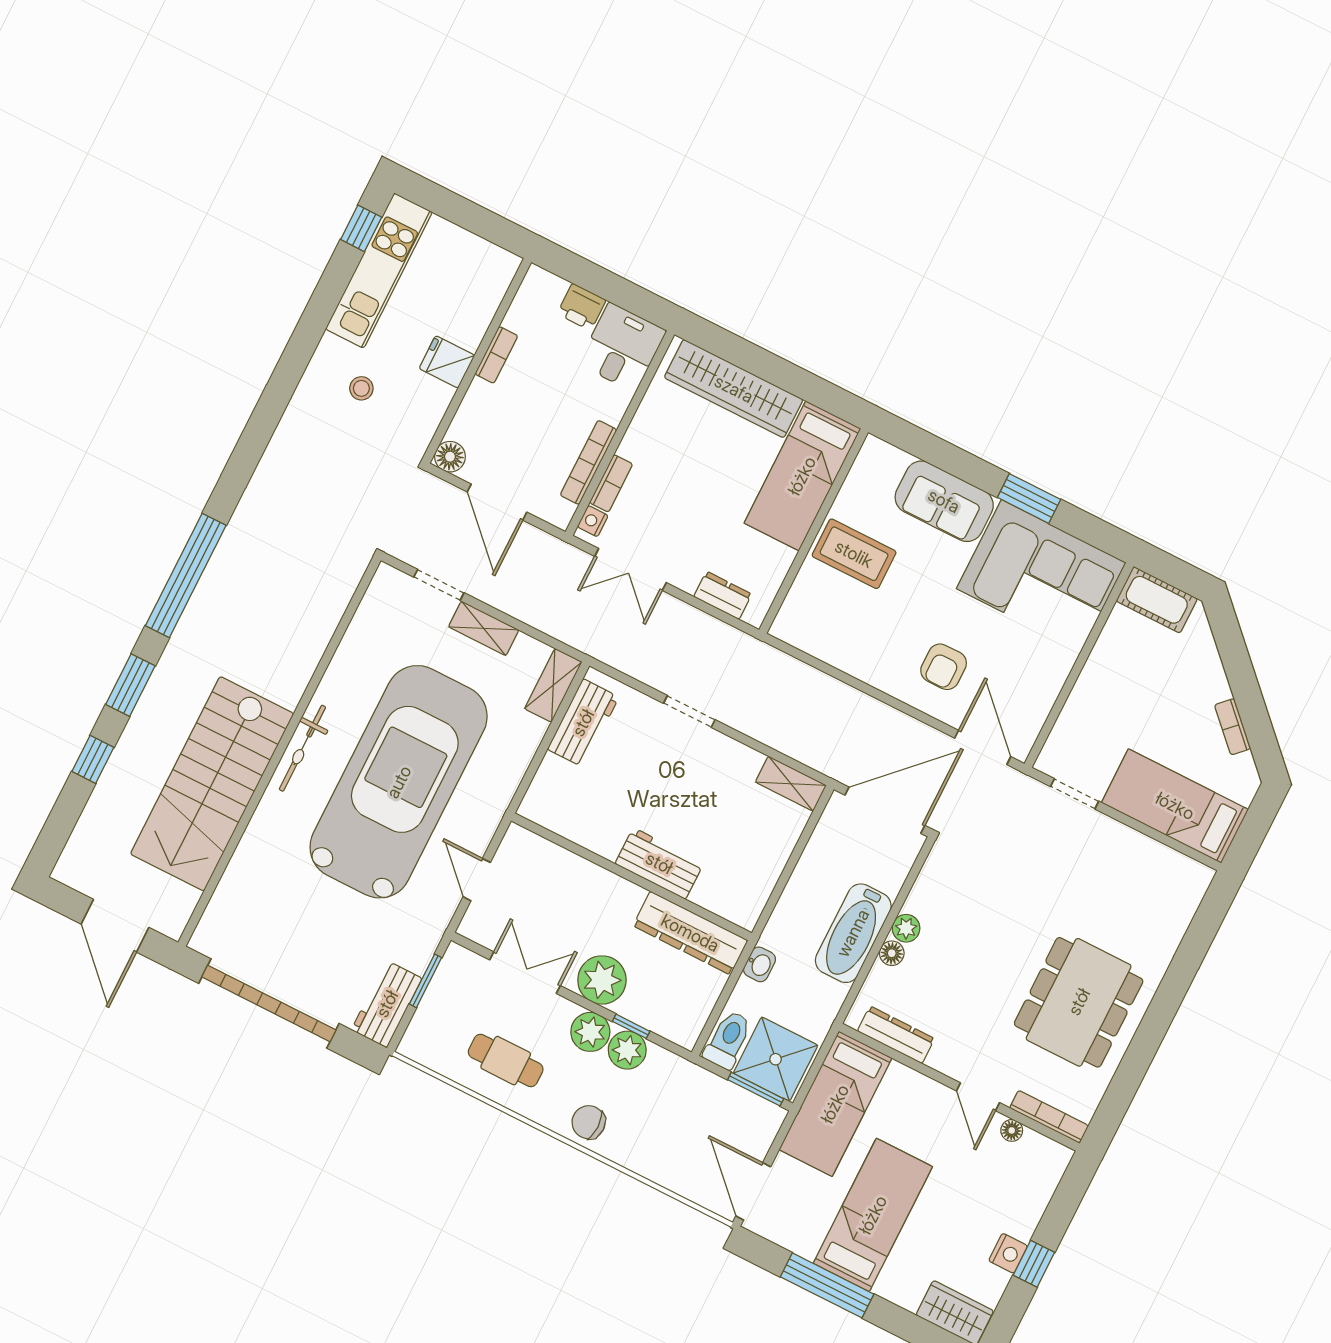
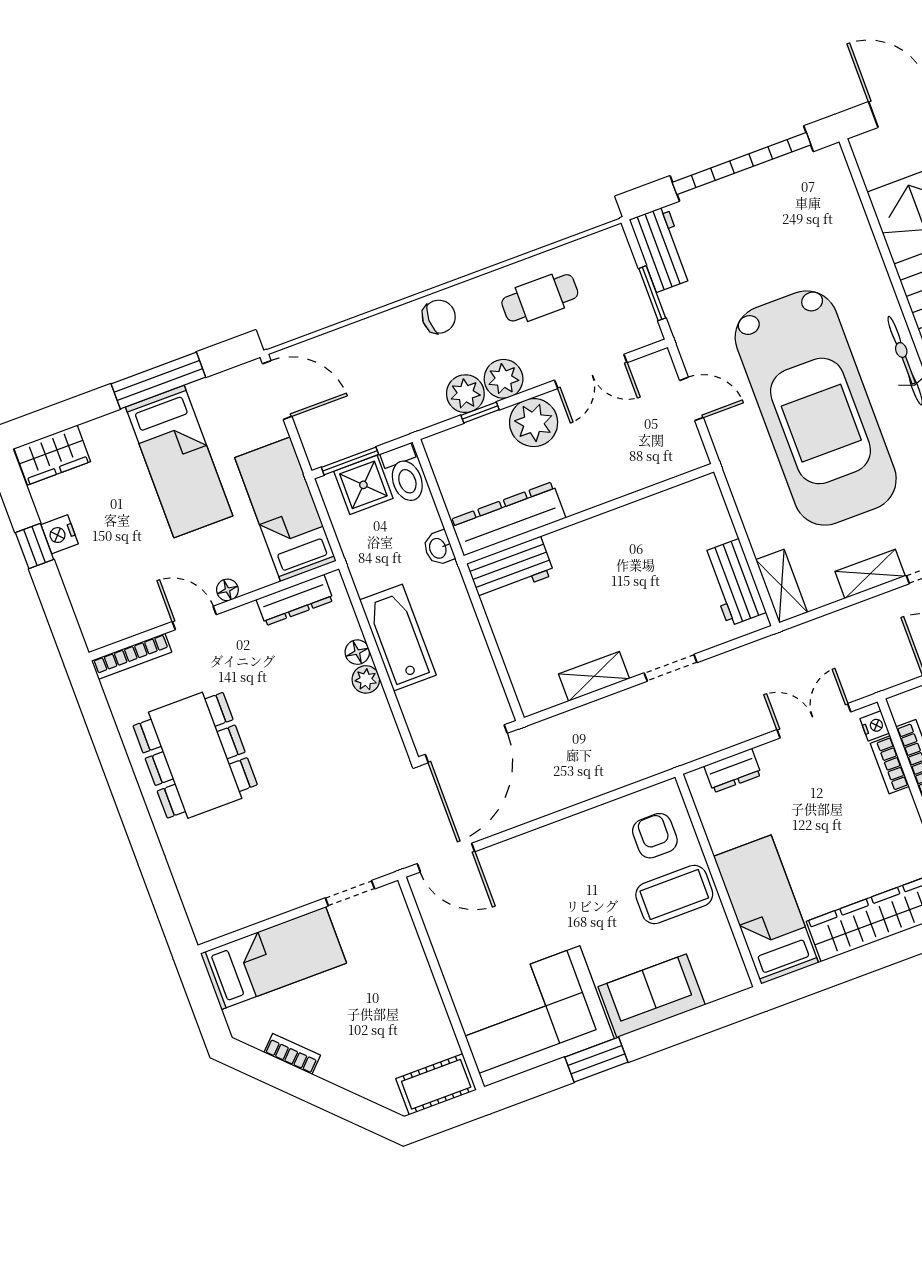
armchair: (944, 667) -> (655, 836), moved
shelving: (791, 784) -> (594, 676), moved
workbench: (659, 863) -> (511, 569), moved
shower: (776, 1059) -> (363, 485), width x0.73, depth x0.73
floor lamp: (1012, 1130) -> (227, 590), moved

